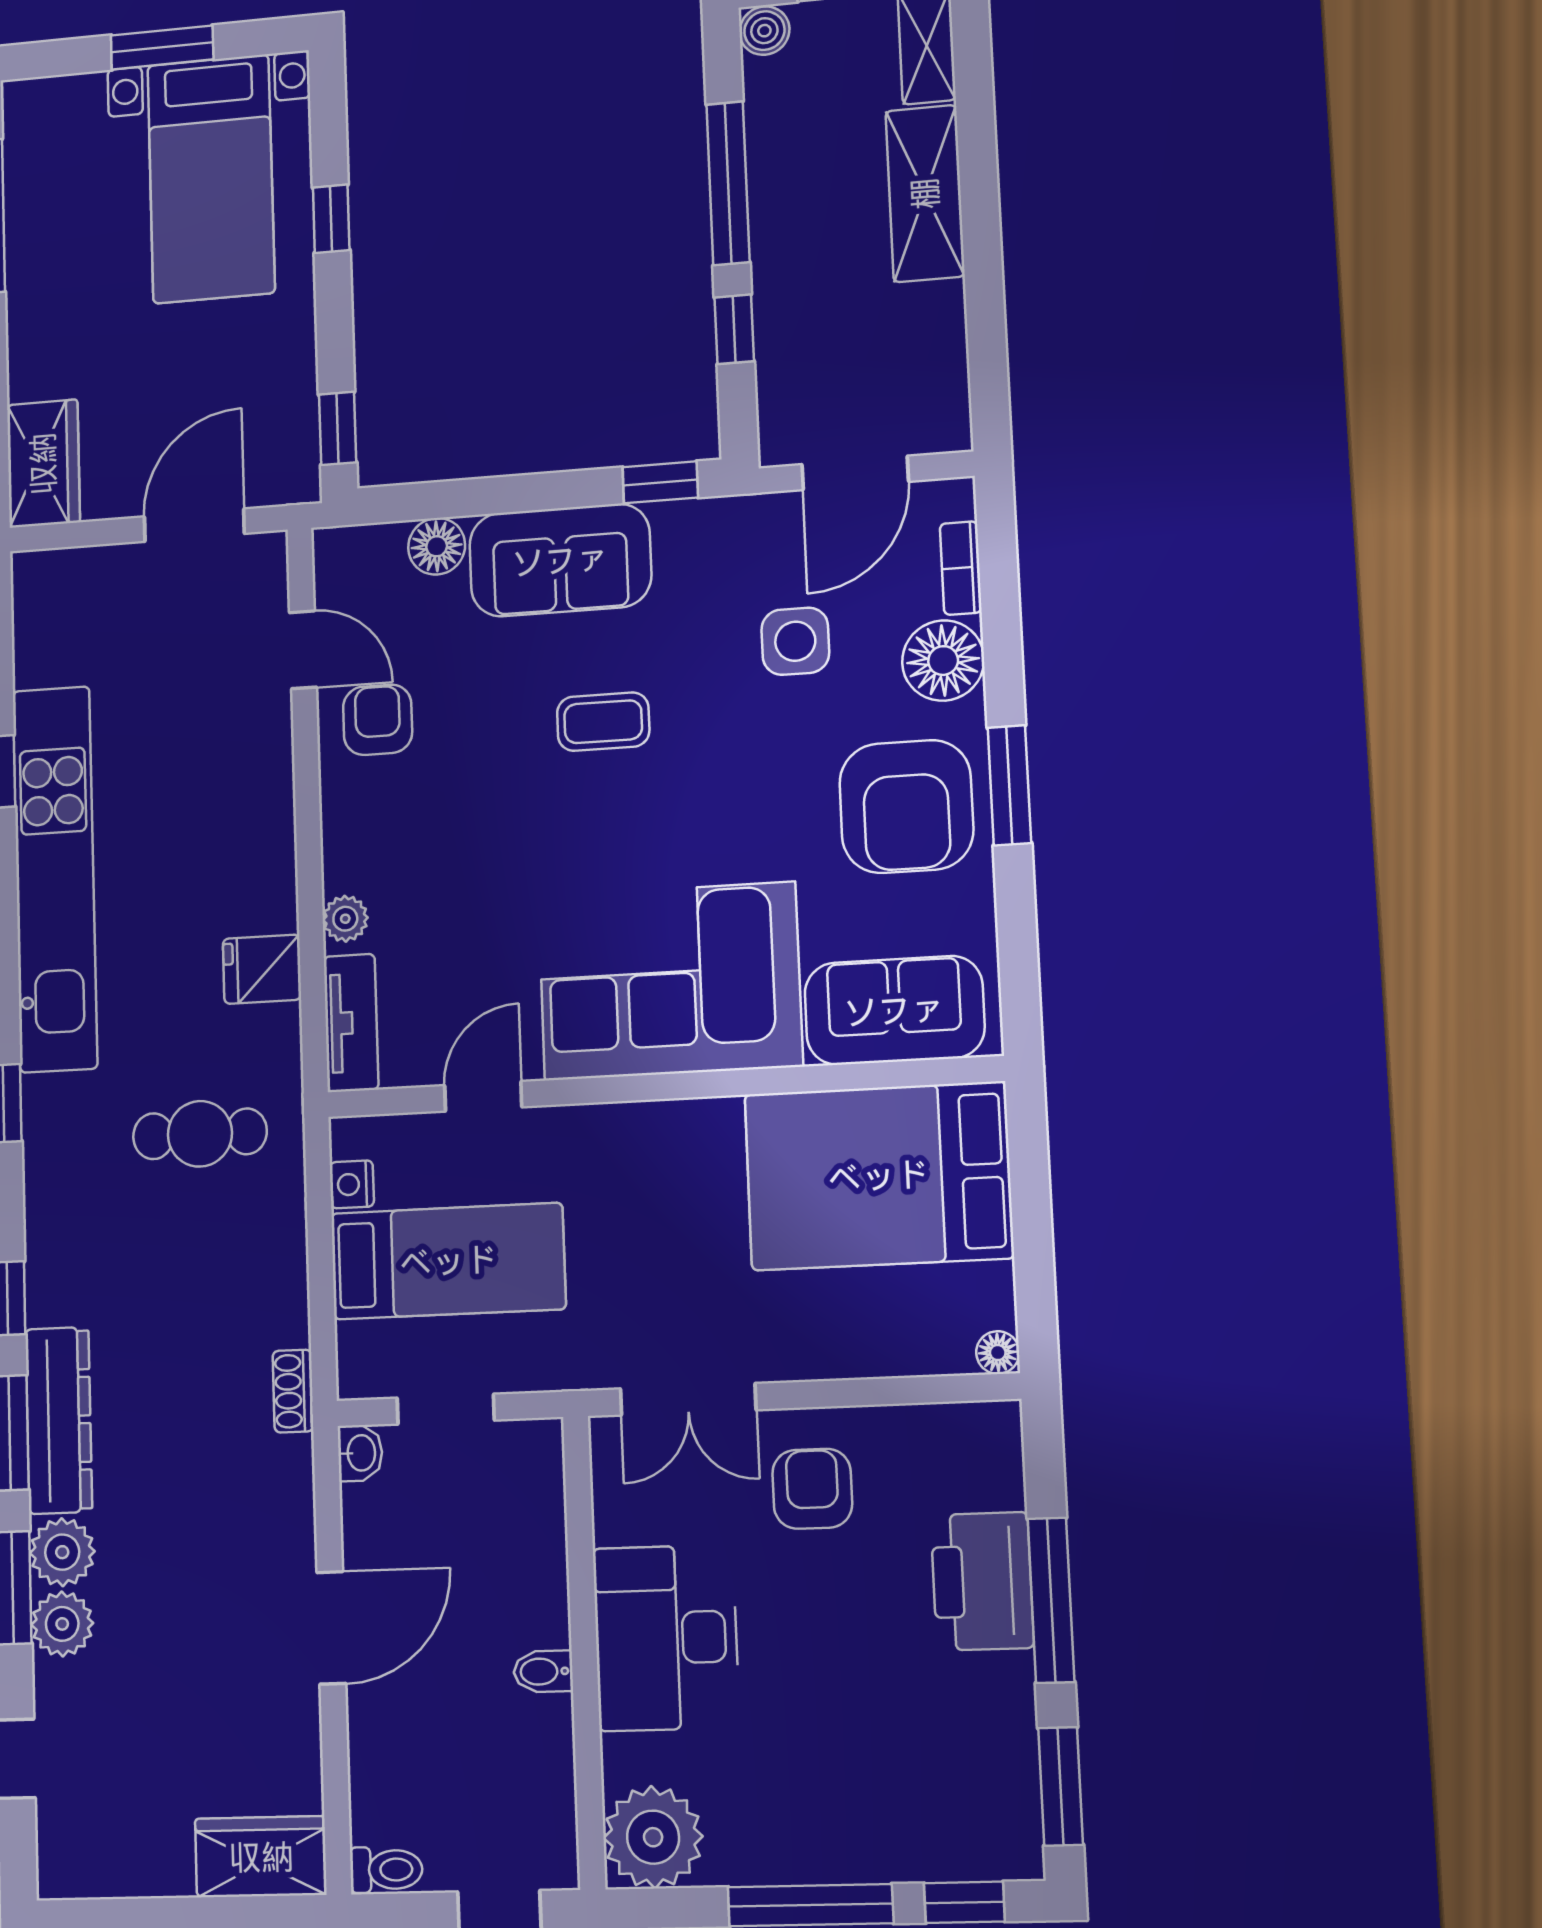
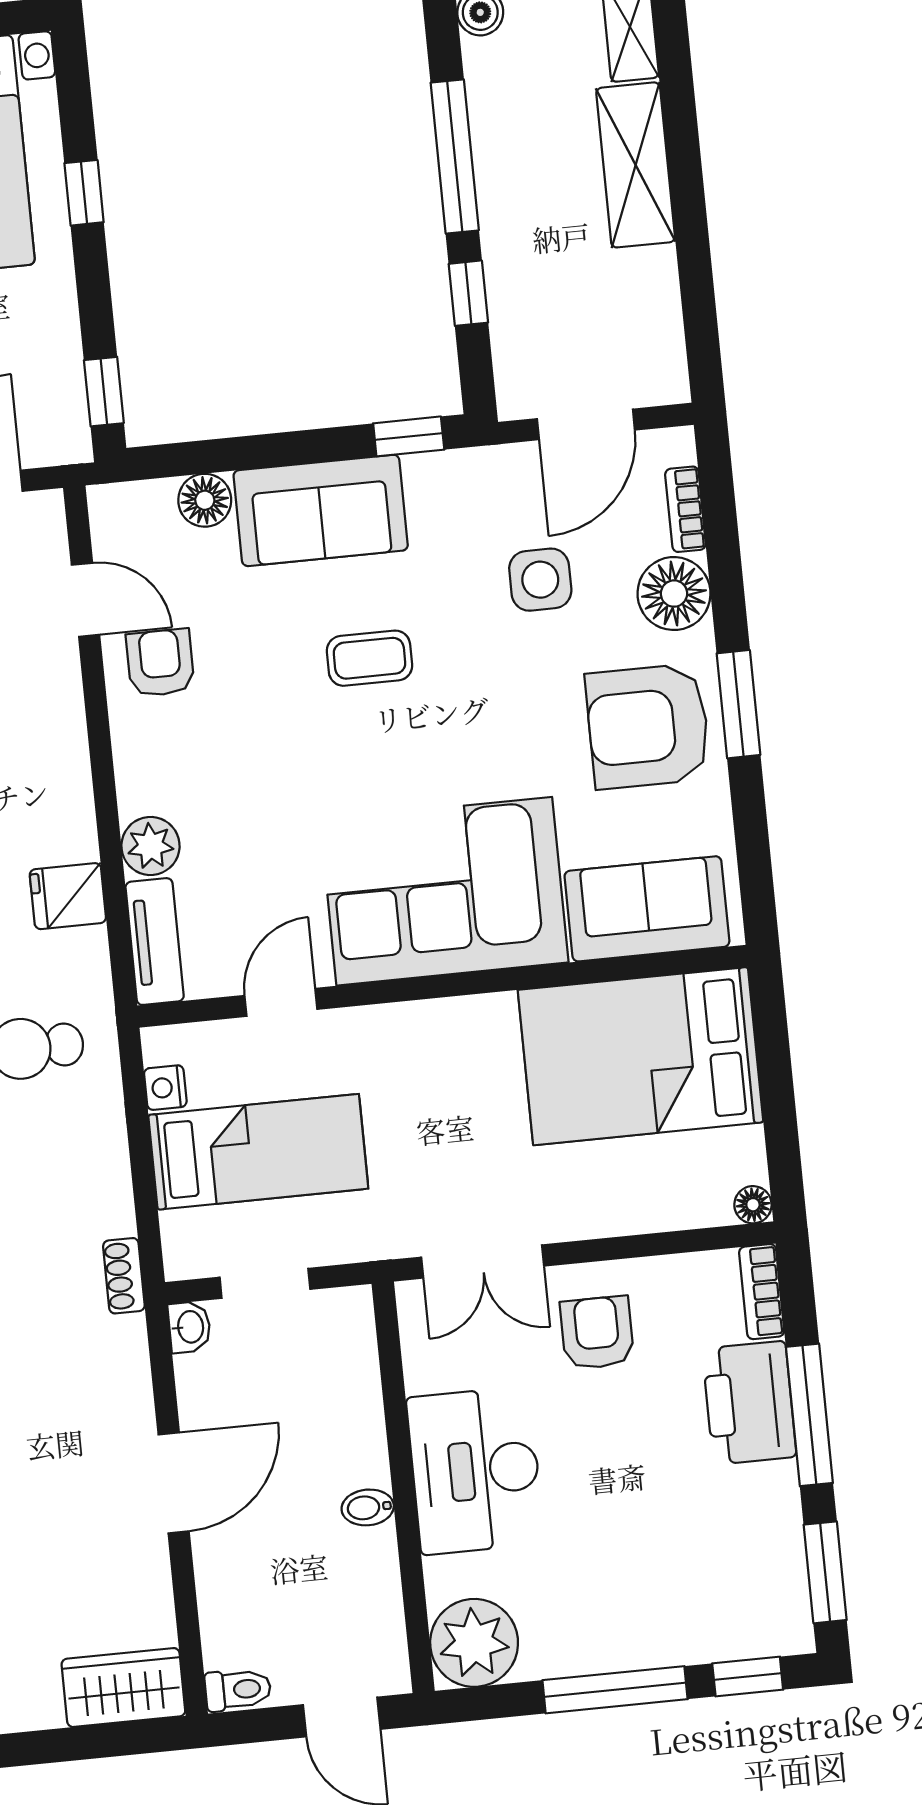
armchair: (906, 807) -> (648, 726), turned 90
plant: (345, 919) -> (151, 846), width x1.38, depth x1.38
bookcase: (1003, 1453) -> (762, 1292), added

